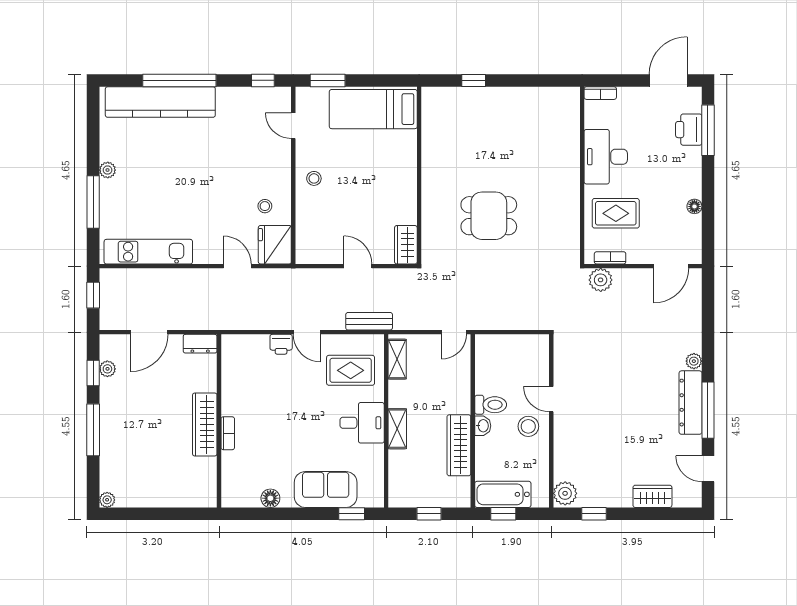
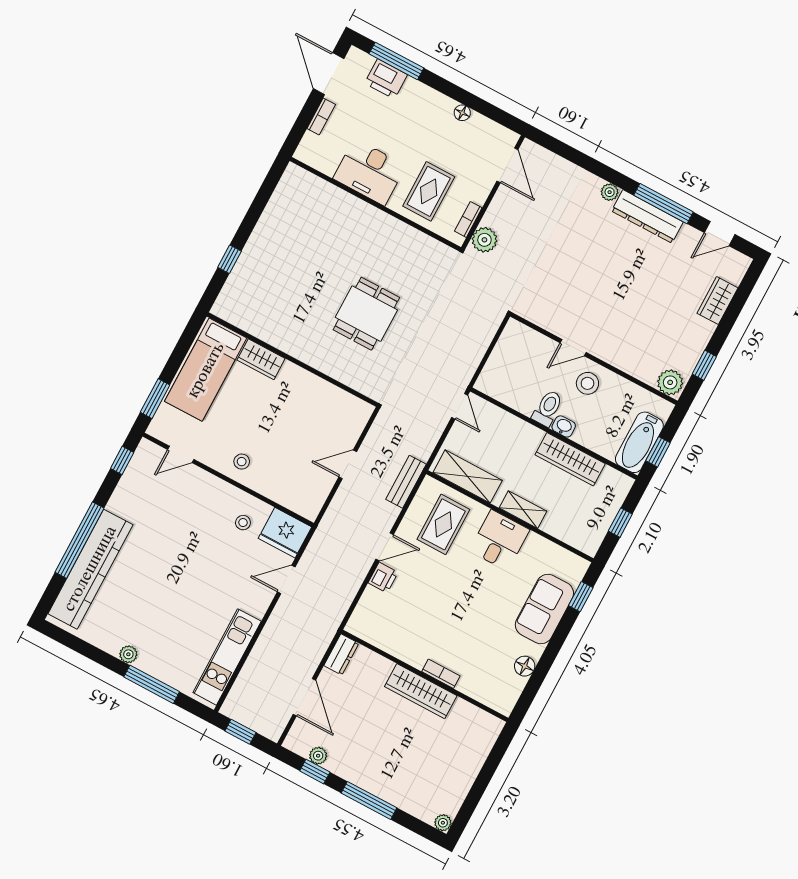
bookcase: (600, 93) -> (321, 117), moved
wardrobe: (406, 245) -> (261, 359), moved
shelving: (397, 359) -> (468, 476), width x1.50, depth x1.33

